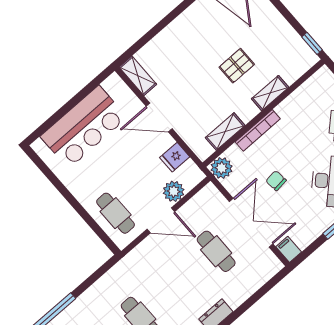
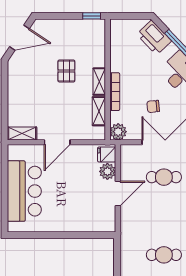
shelving: (270, 93) -> (99, 82), moved
fridge: (175, 157) -> (107, 155), moved, turned 90
cafe table: (116, 213) -> (91, 216), removed

